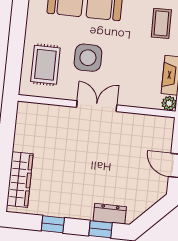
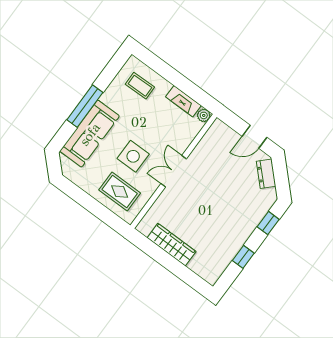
wardrobe: (20, 180) -> (172, 245), moved
dresser: (110, 214) -> (266, 174), moved, turned -45

